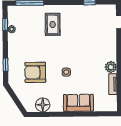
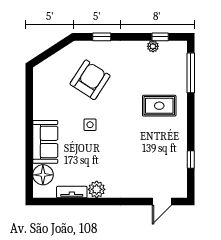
armchair: (35, 72) -> (90, 80), turned 33
floor lamp: (43, 105) -> (43, 175), moved

